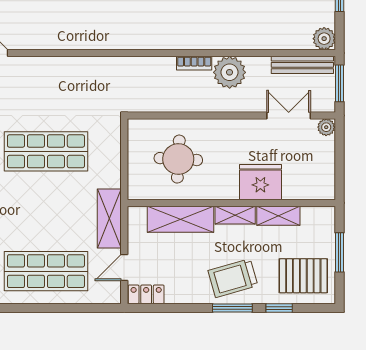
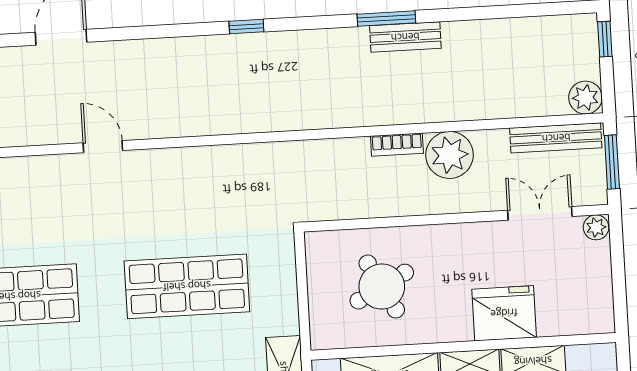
round table: (178, 159) -> (382, 287), turned -31

